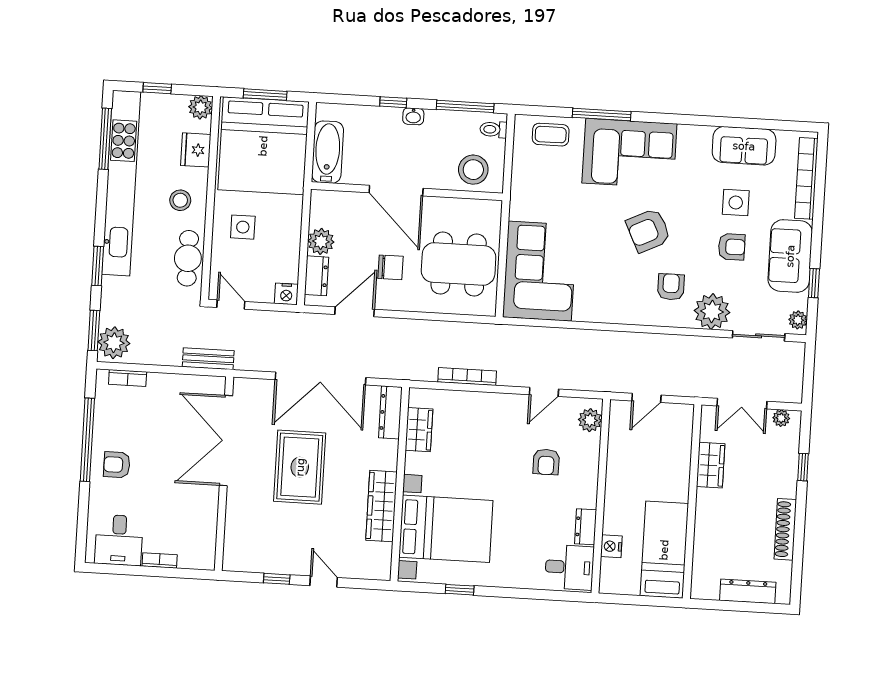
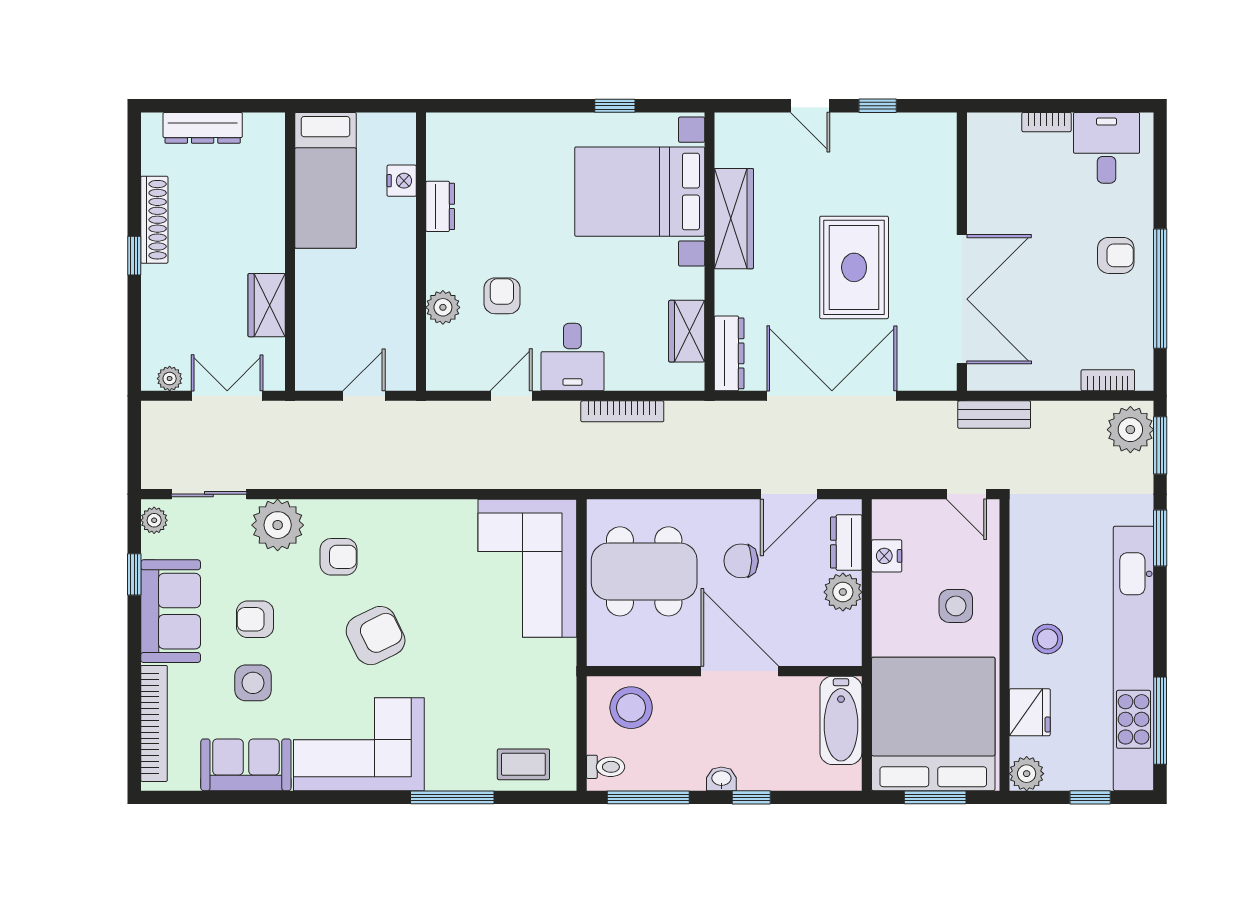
corner sofa: (629, 153) -> (359, 744), moved
cafe table: (188, 258) -> (1032, 557), removed
armchair: (671, 287) -> (339, 557), turned -90
nightstand: (286, 294) -> (887, 556), moved, turned -90
plant: (590, 420) -> (443, 307), moved
window: (803, 467) -> (134, 256), moved
desk: (569, 567) -> (572, 357), moved, turned -90

